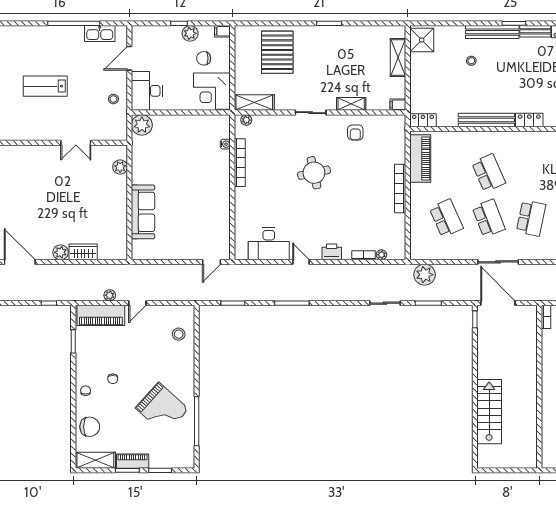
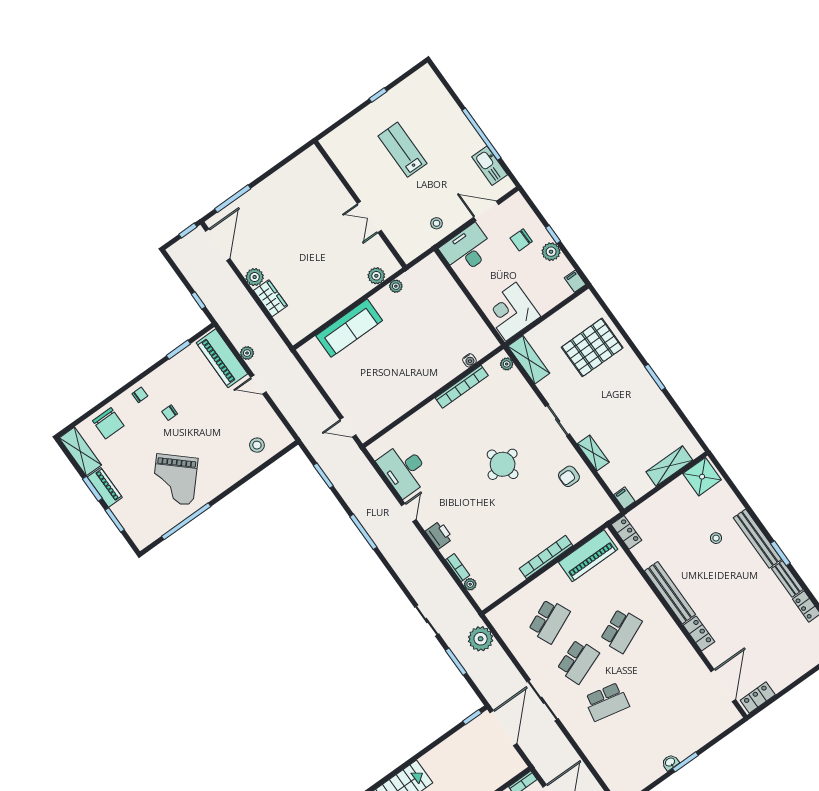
chair: (204, 58) -> (521, 240), moved, turned -90
plant: (142, 125) -> (396, 286), moved, width x0.53, depth x0.53

